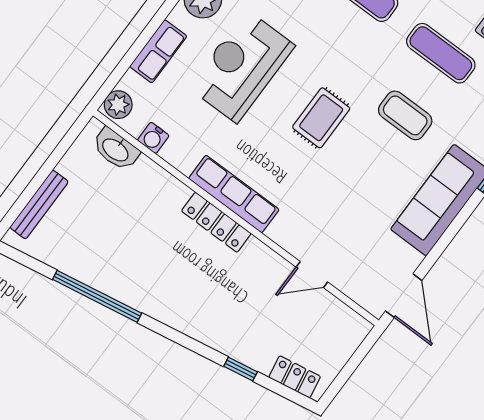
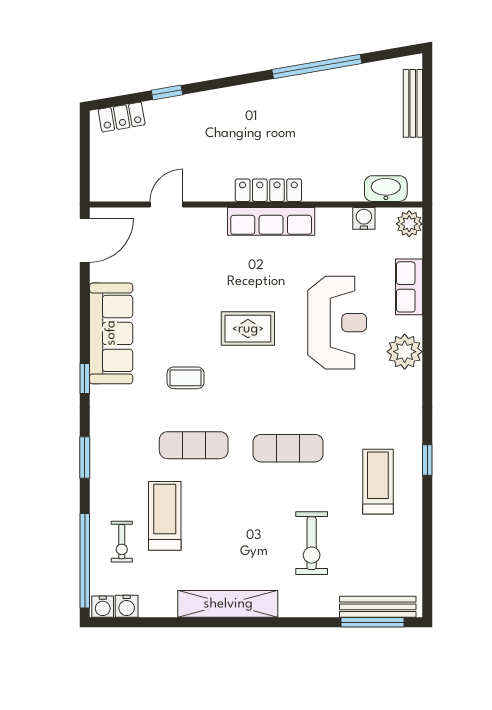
coffee table: (405, 115) -> (186, 378), width x0.73, depth x0.77
rug: (321, 118) -> (248, 329), turned 90
door: (404, 296) -> (85, 240), swing flipped

